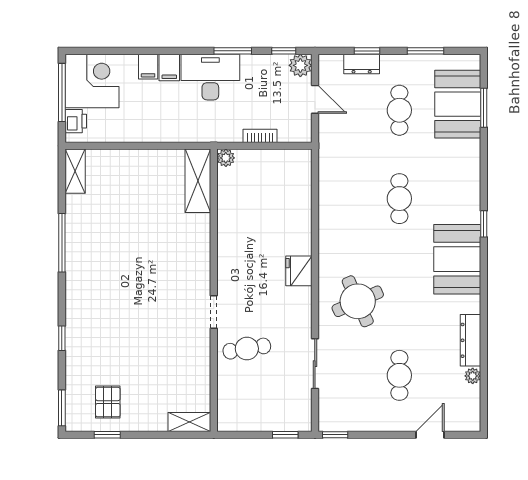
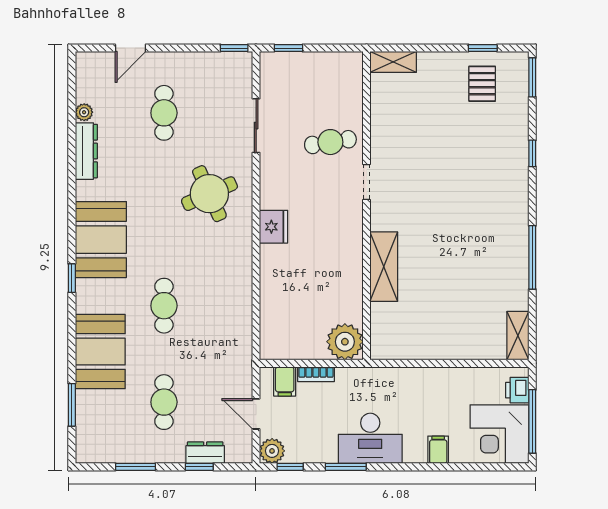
filing cabinet: (169, 67) -> (285, 381), moved, turned 180
booth: (458, 104) -> (100, 352), moved
plant: (226, 158) -> (345, 342), width x1.87, depth x1.87
shelving: (198, 181) -> (384, 267), moved

